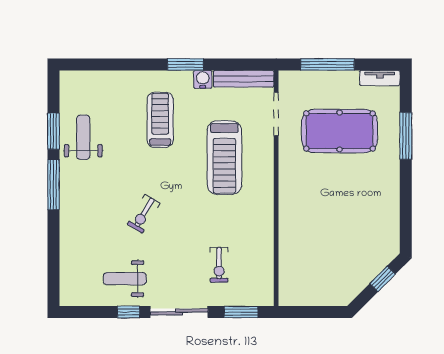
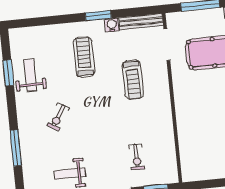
treadmill: (224, 158) -> (133, 80), width x0.73, depth x0.73
window: (53, 185) -> (16, 148), moved
exercise bike: (144, 214) -> (58, 117), moved

